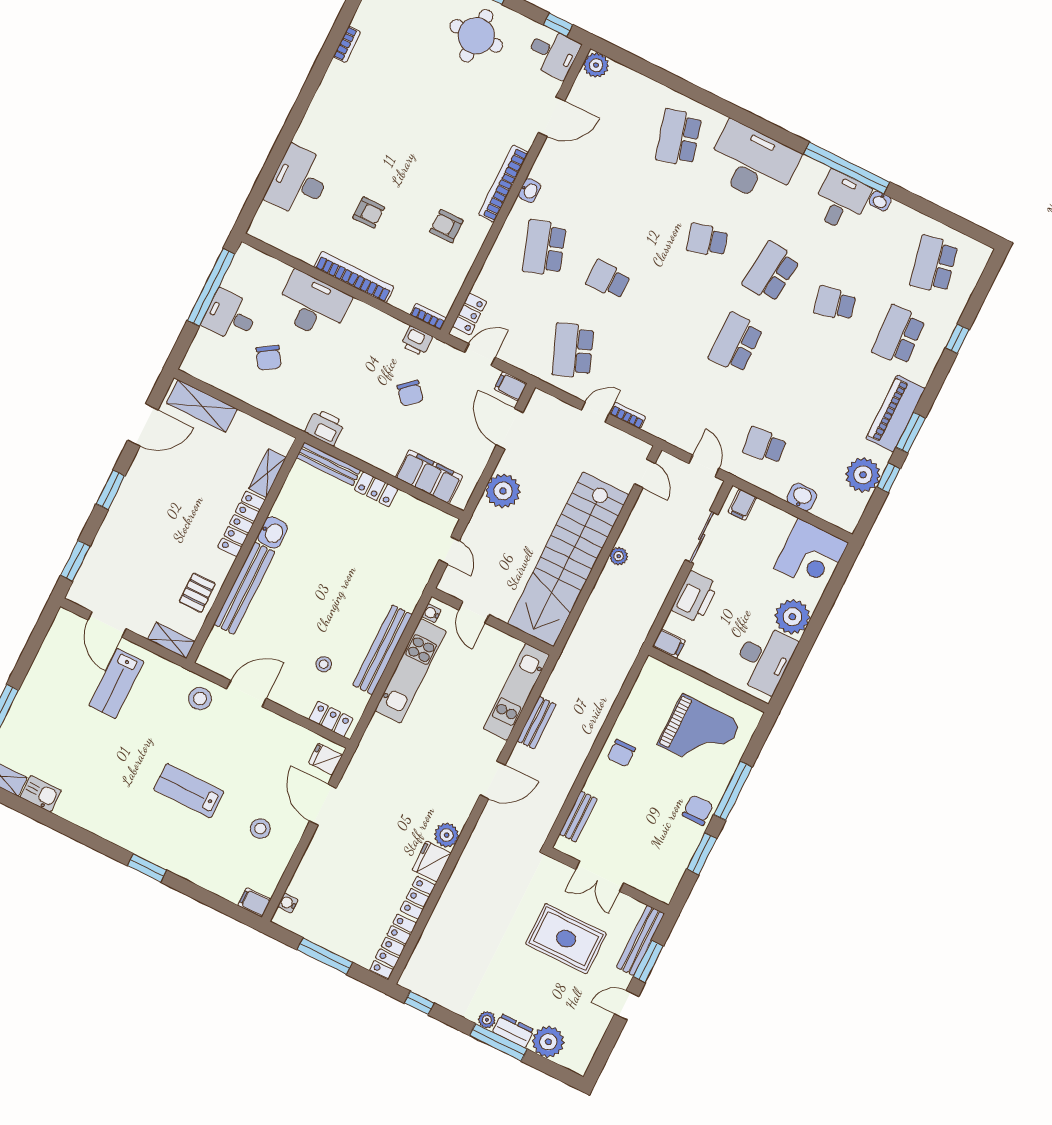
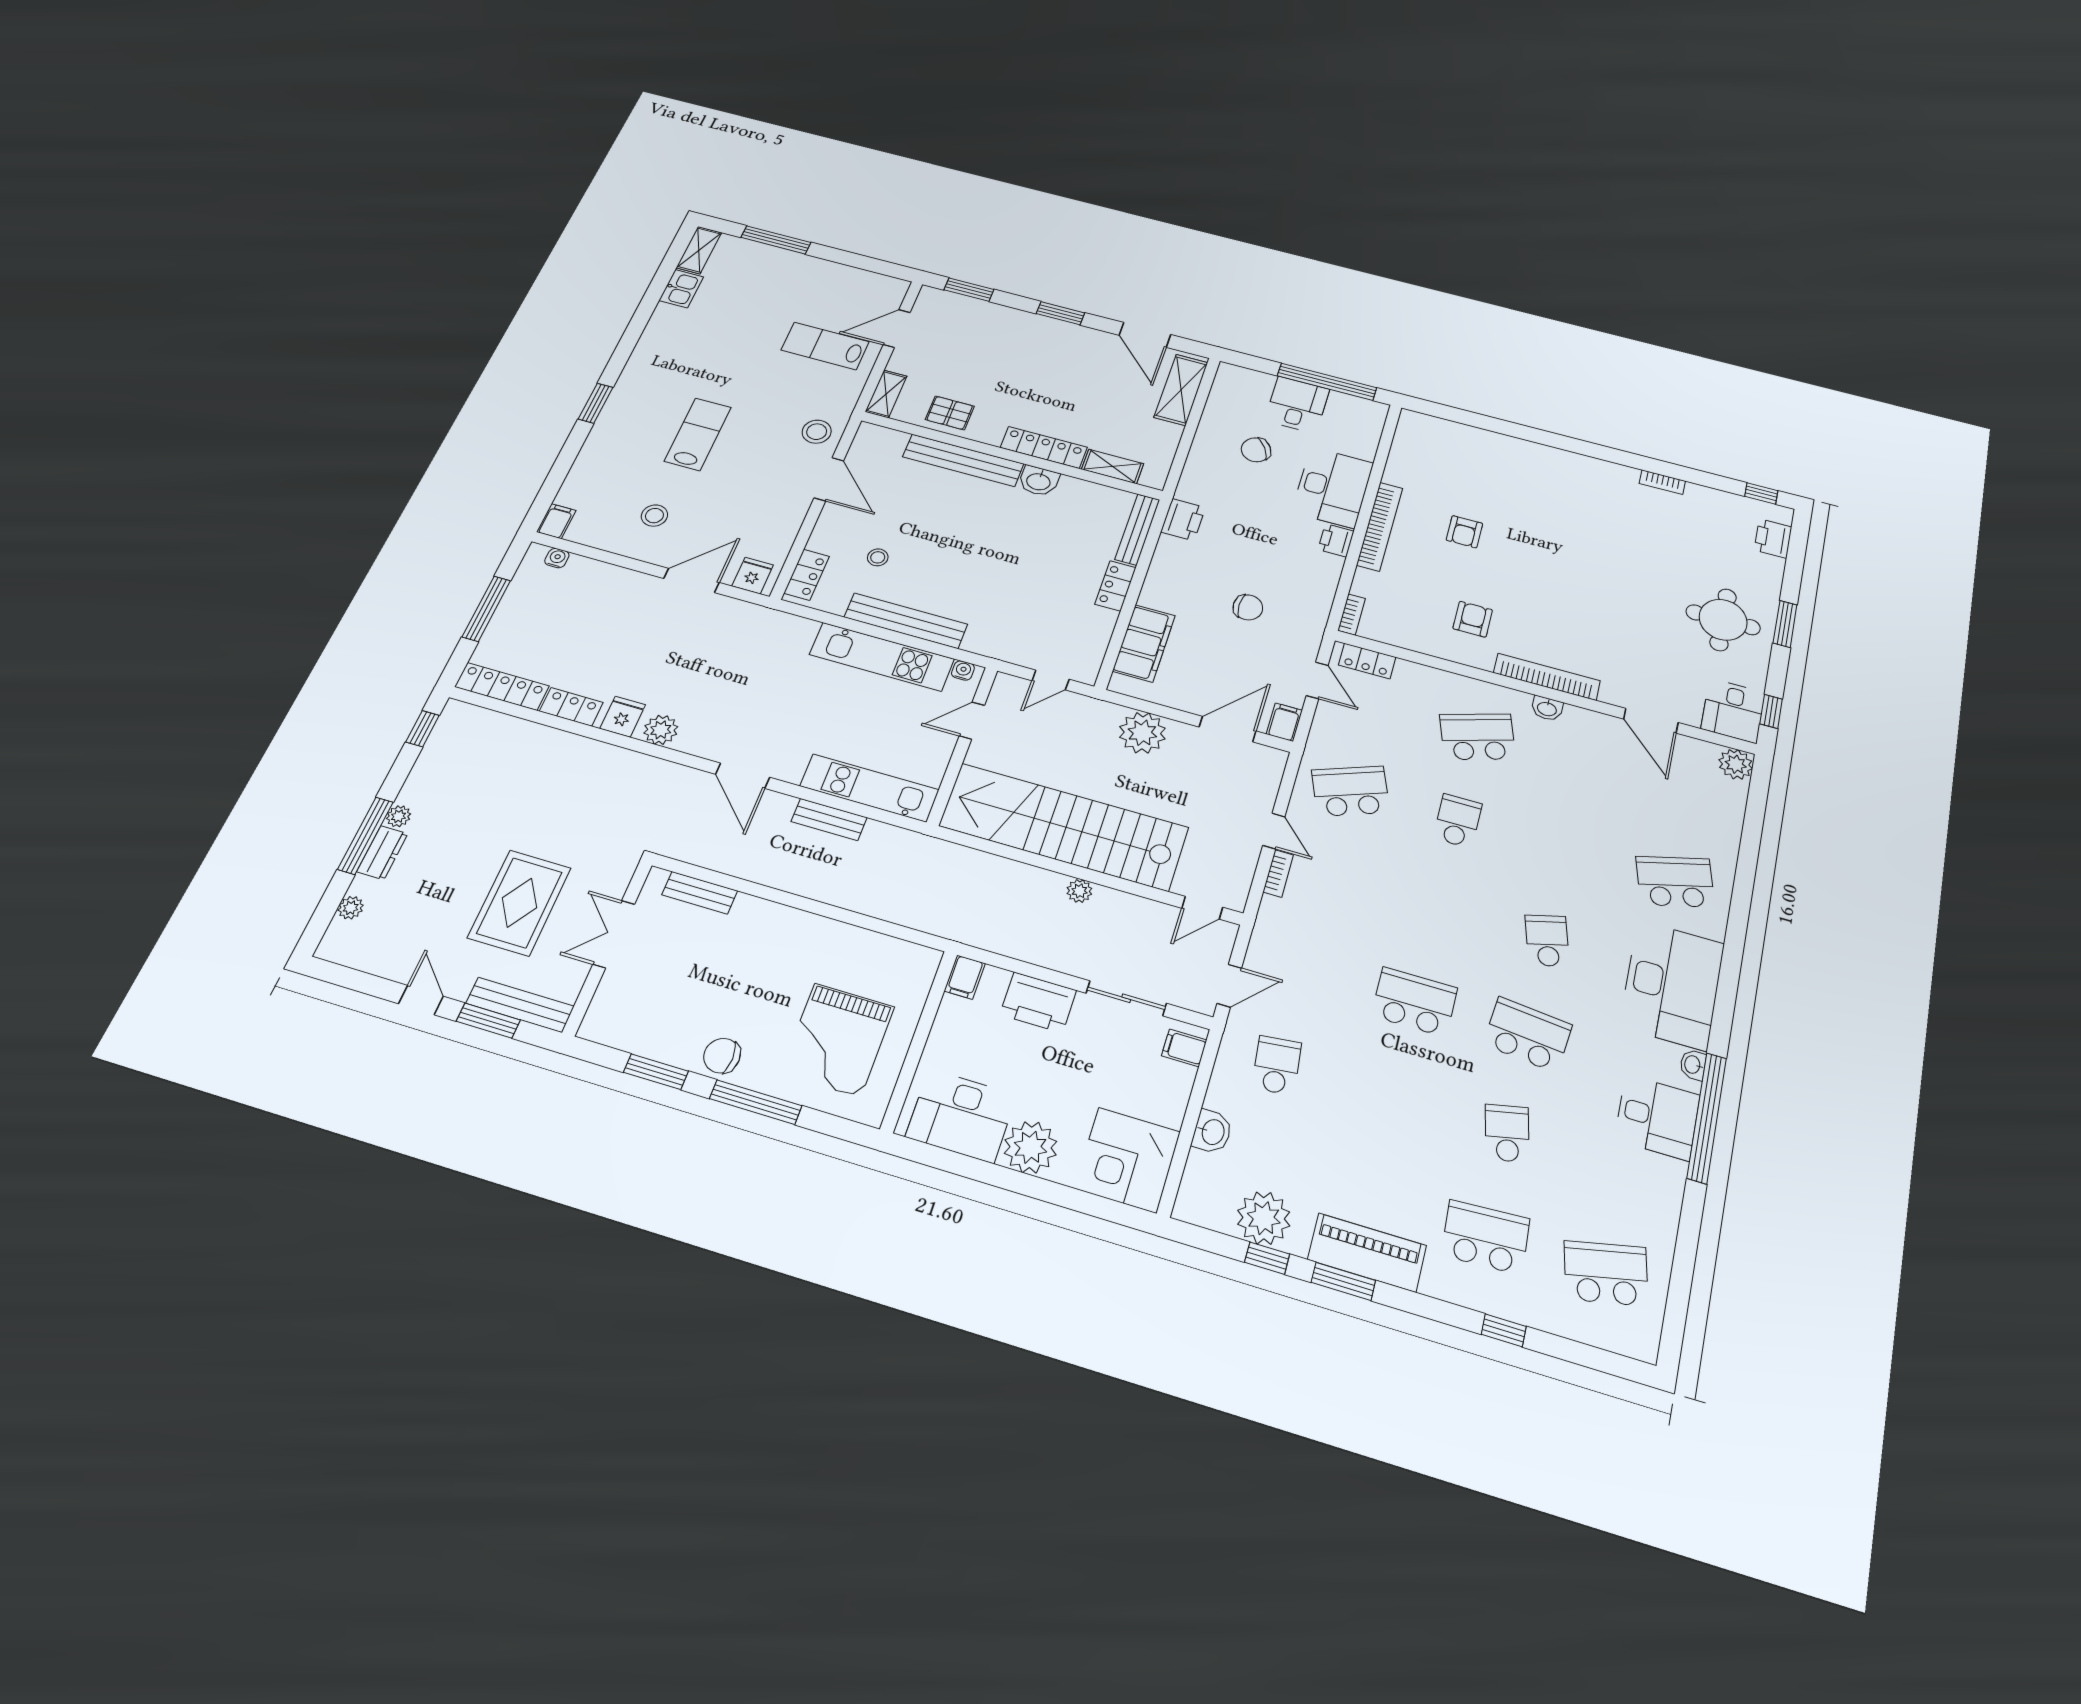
desk: (299, 181) -> (1480, 454), removed
washbasin: (880, 201) -> (1693, 1065), moved
printer: (417, 341) -> (1336, 540), moved
chair: (410, 393) -> (1248, 607), turned -139
chair: (621, 753) -> (797, 937), removed
chair: (698, 810) -> (722, 1056), turned 180
fridge: (431, 861) -> (623, 717), width x0.72
plant: (548, 1042) -> (351, 908), width x0.53, depth x0.53

